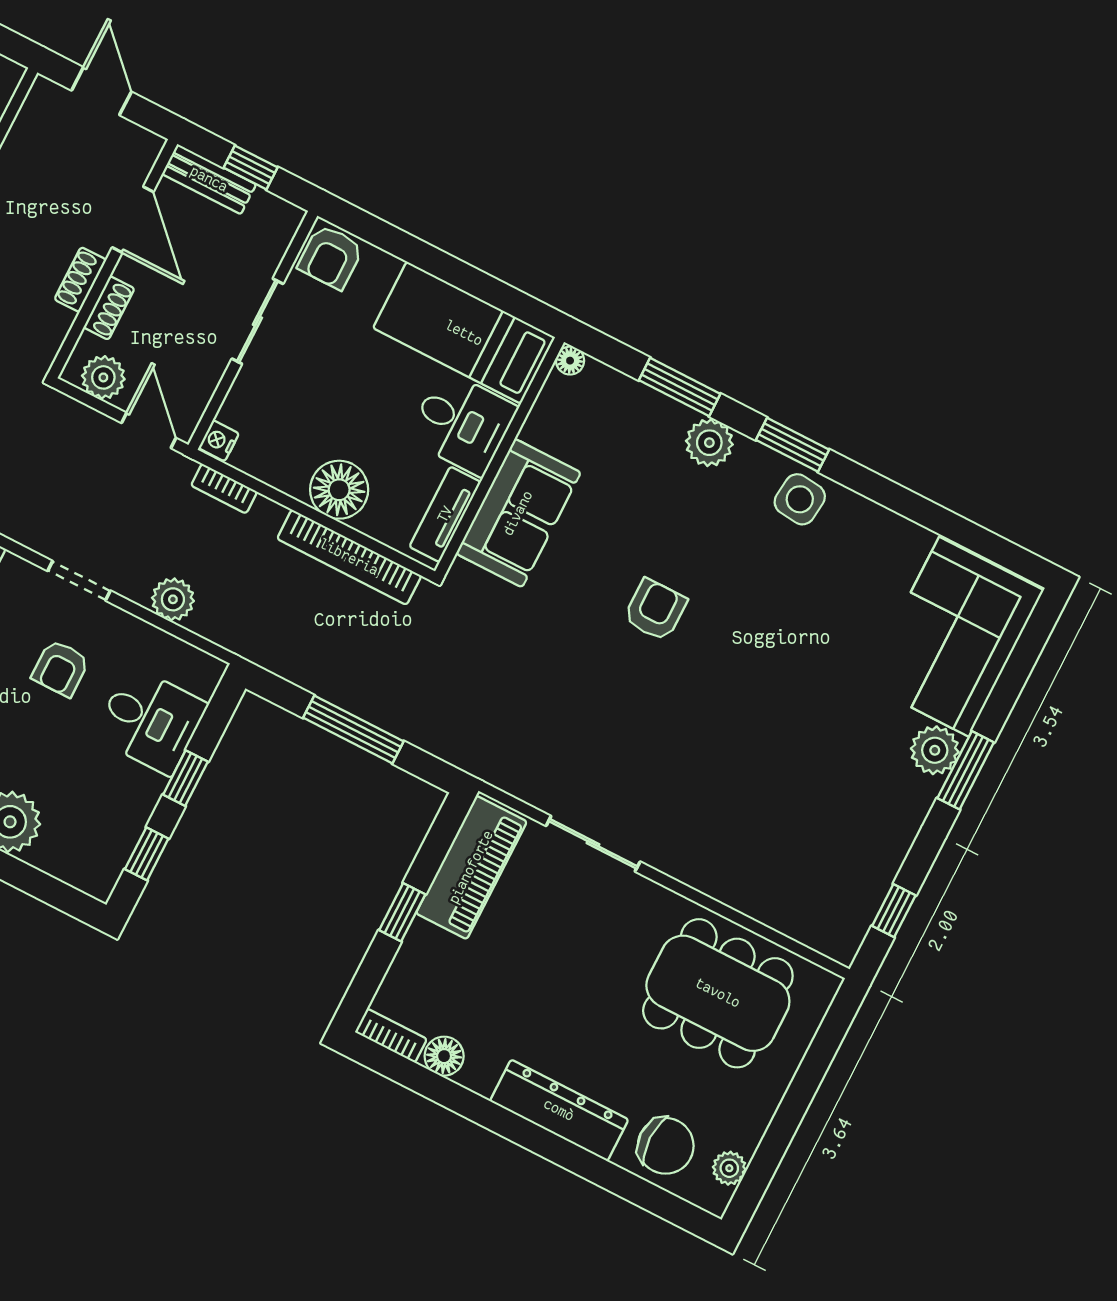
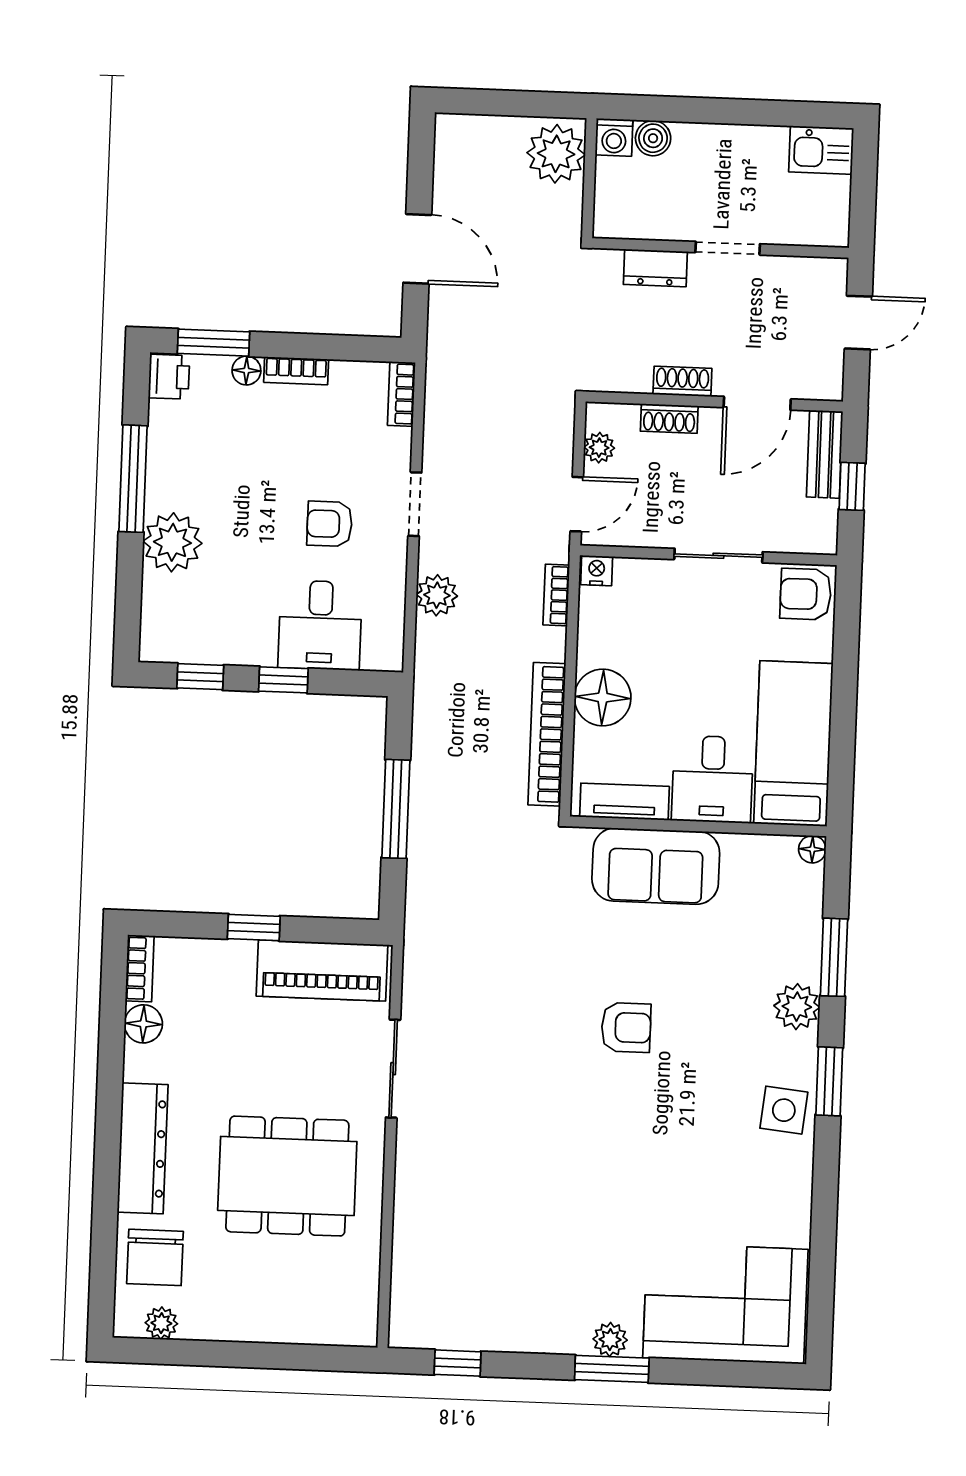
plant: (103, 377) -> (599, 448), width x0.73, depth x0.73
plant: (935, 750) -> (610, 1340), width x0.73, depth x0.73
dining table: (718, 993) -> (287, 1176), moved, turned 90

